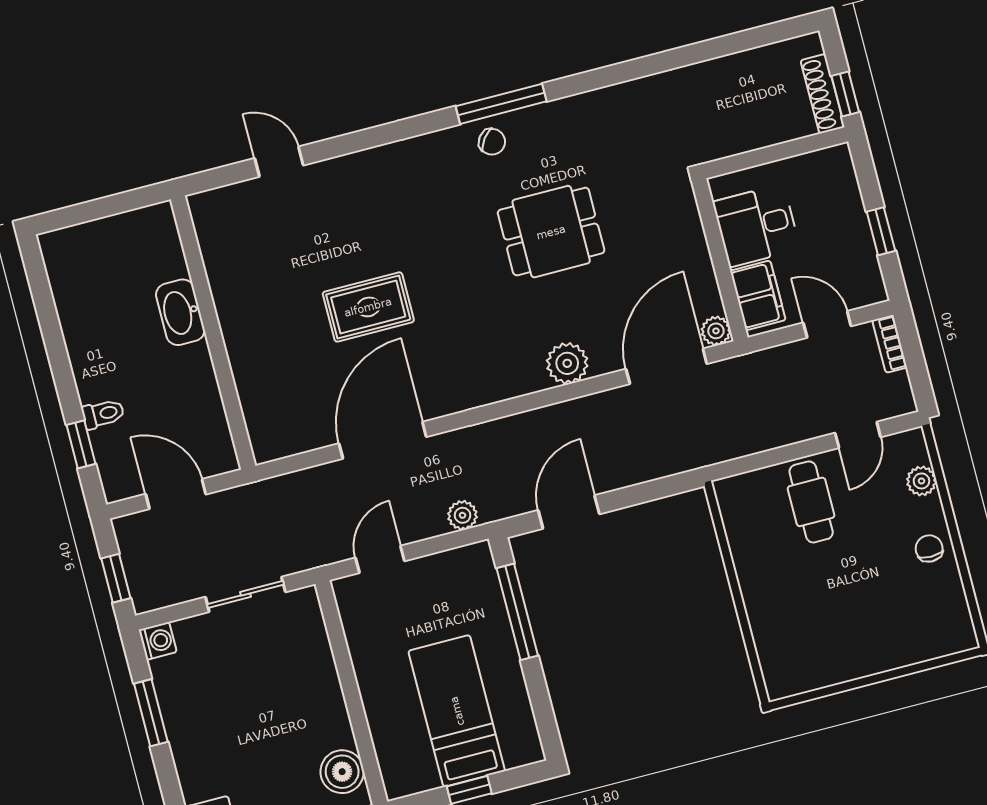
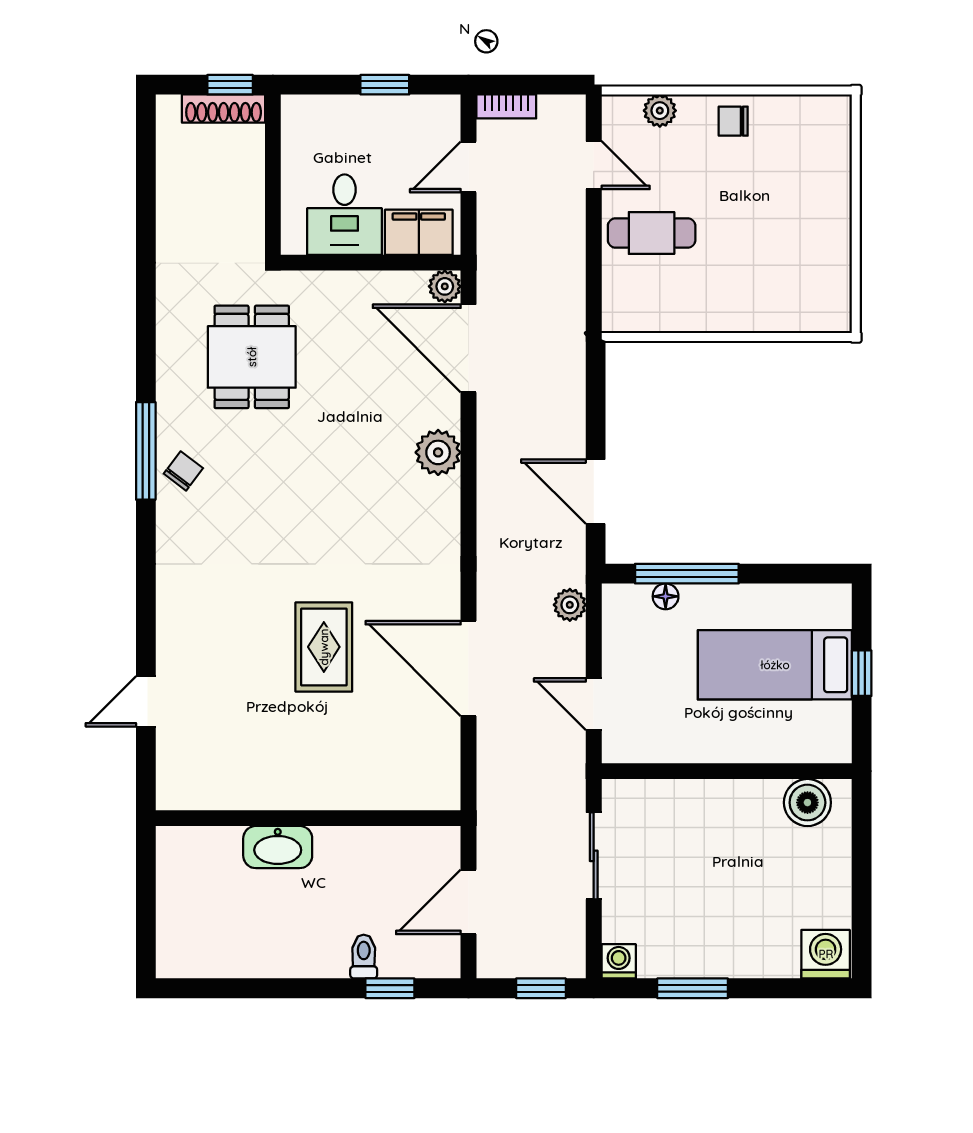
dining table: (551, 232) -> (252, 357), moved
floor lamp: (492, 598) -> (666, 596), added

